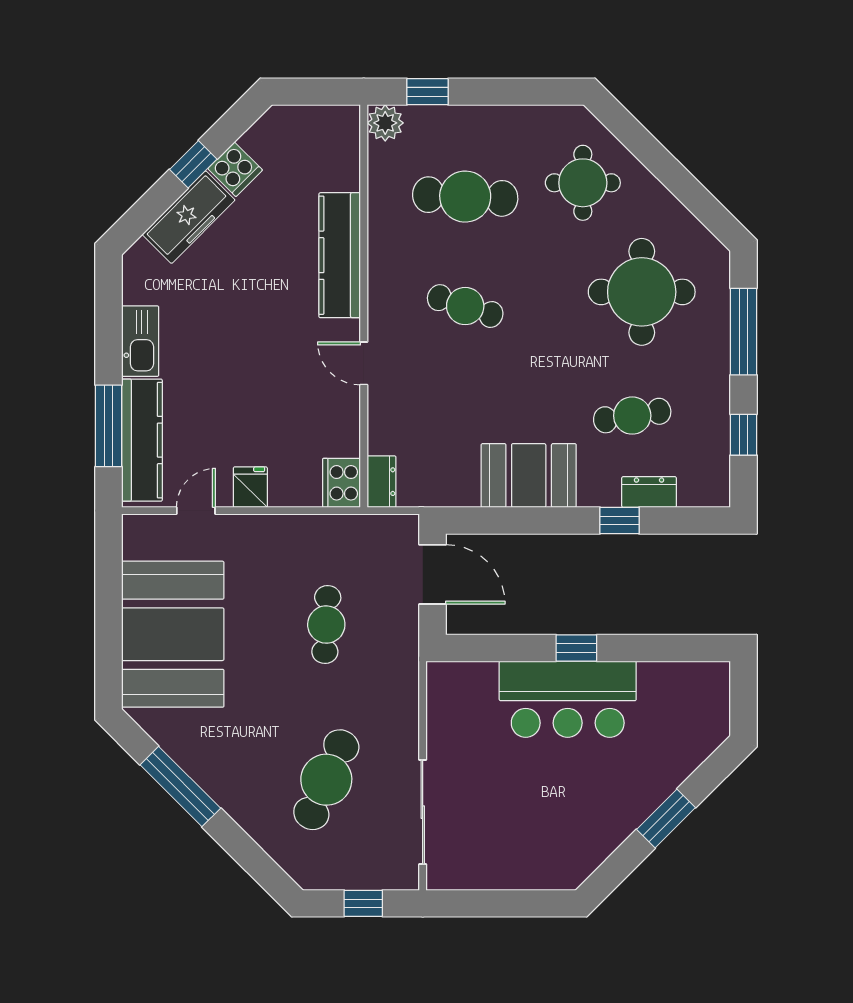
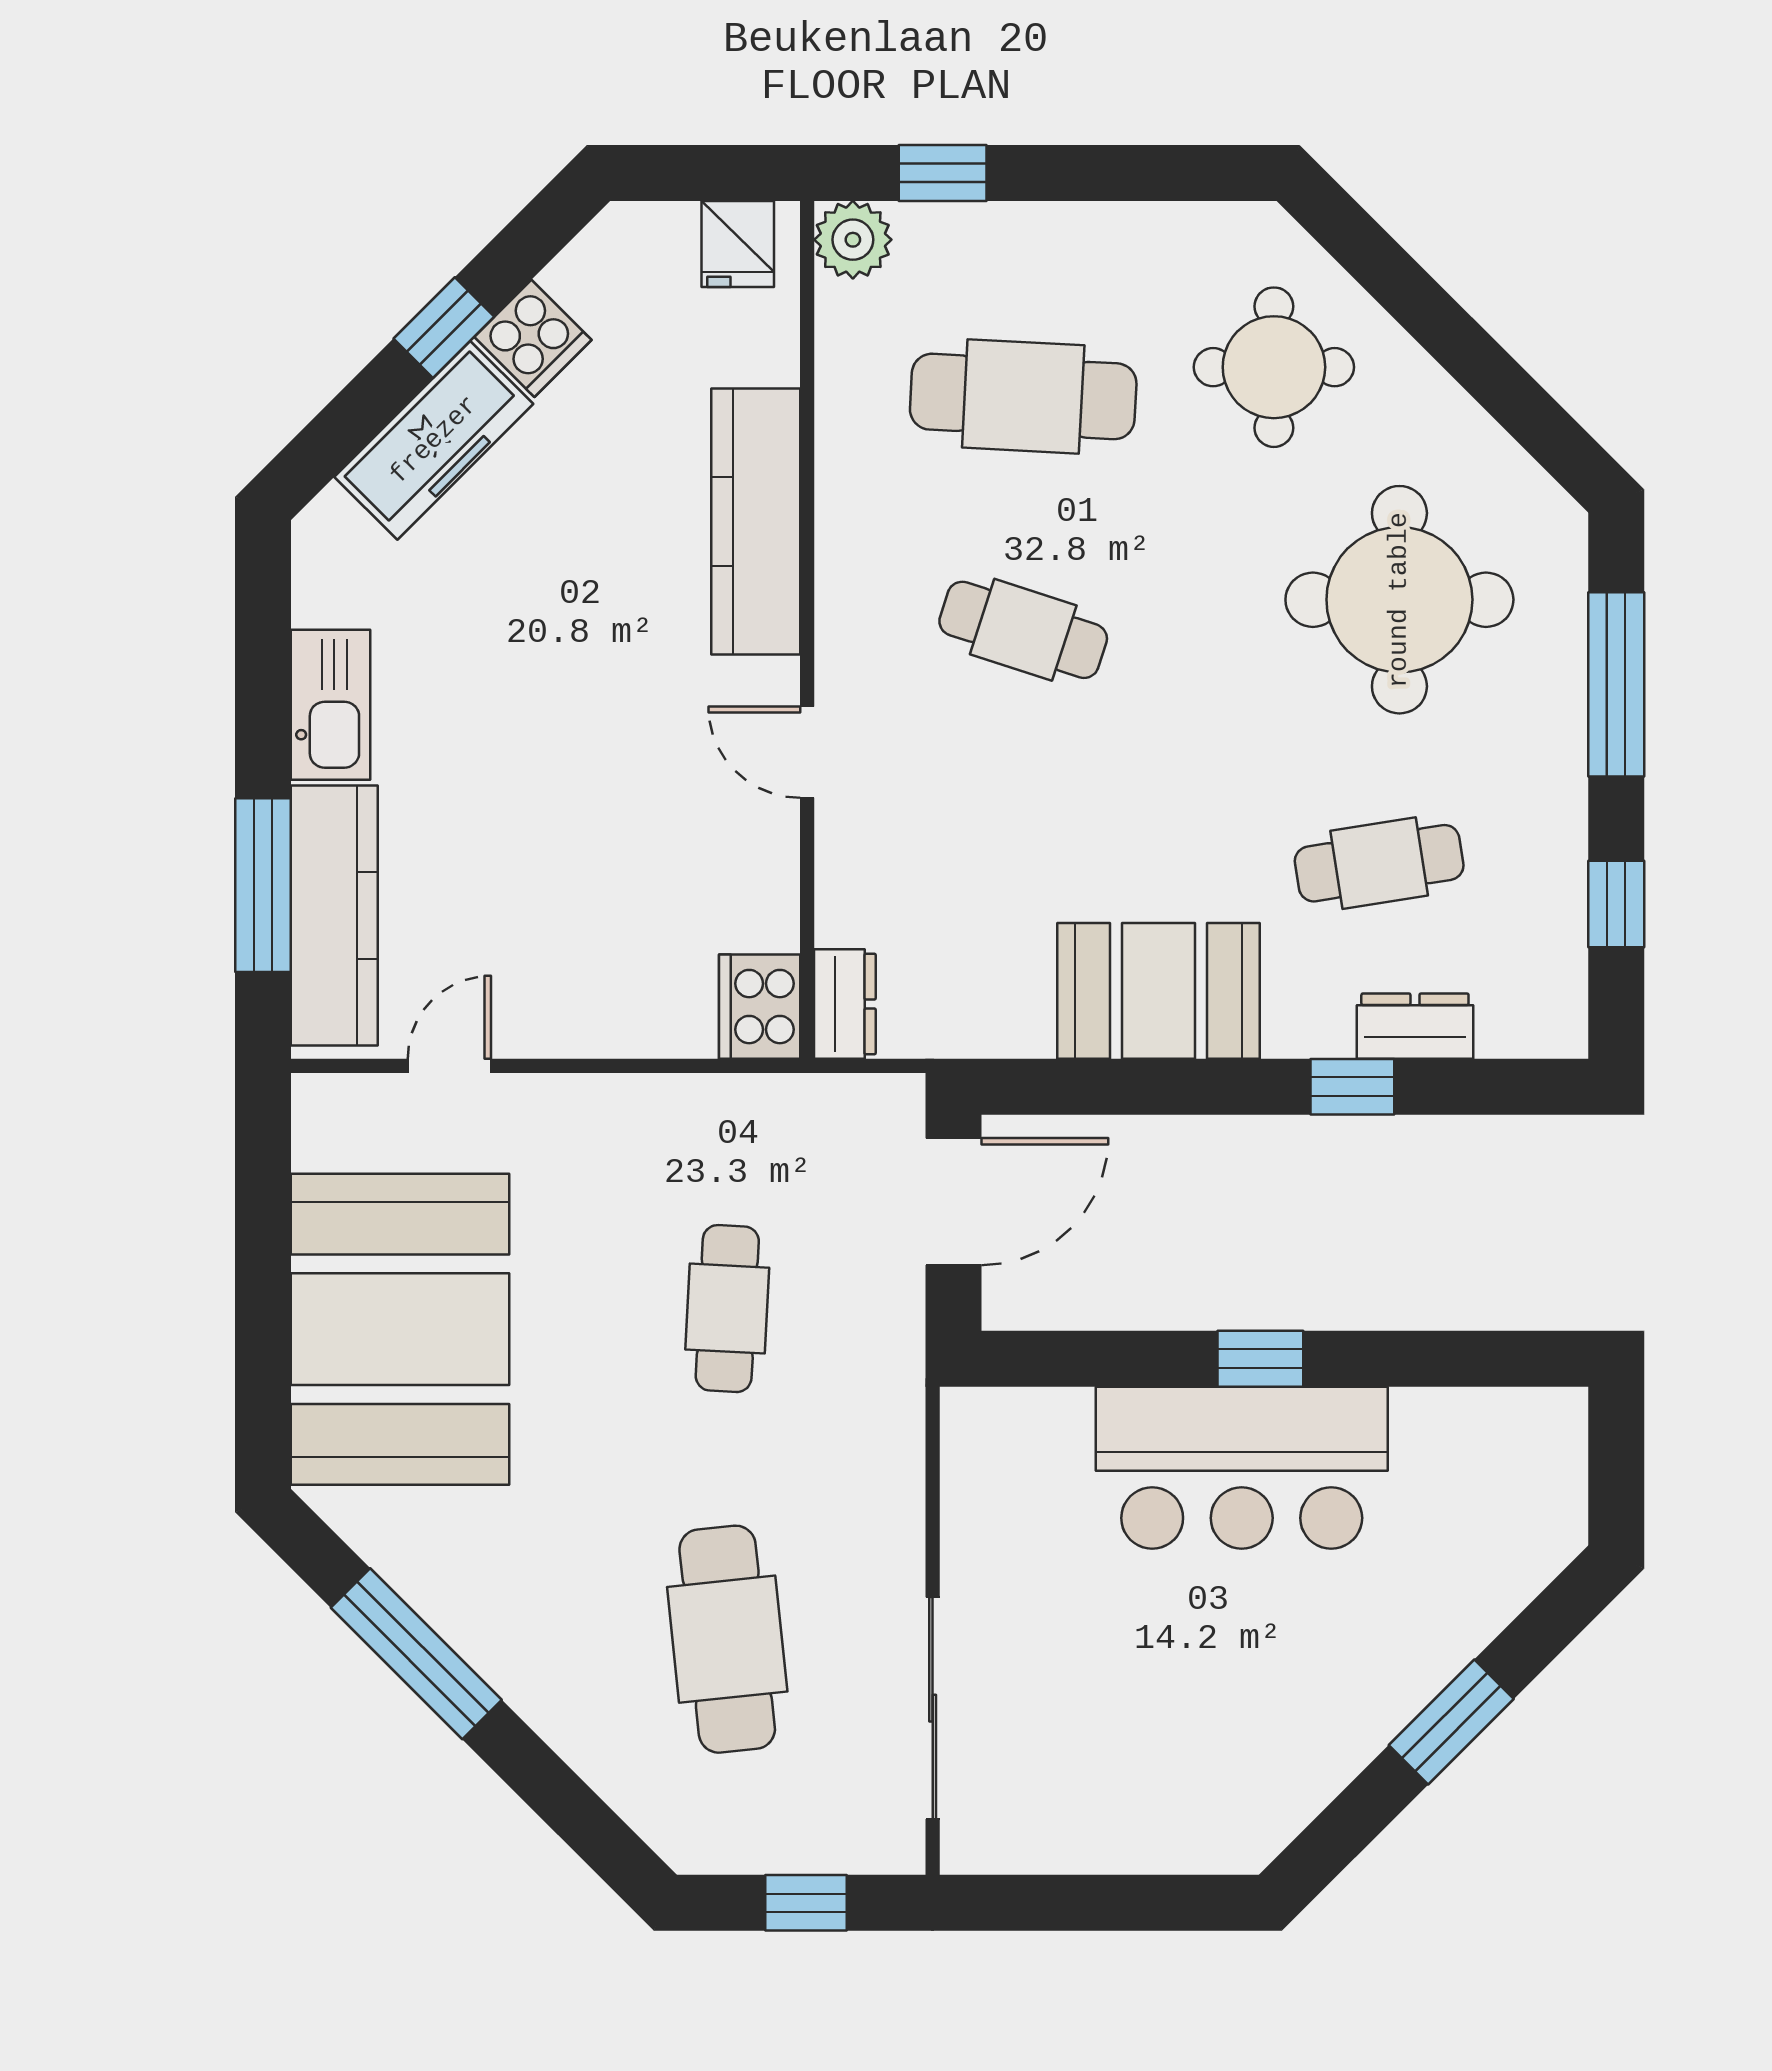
fridge: (250, 487) -> (738, 244), moved, turned 180
door: (432, 574) -> (954, 1202), hinge flipped
cafe table: (326, 780) -> (727, 1639), turned -30

